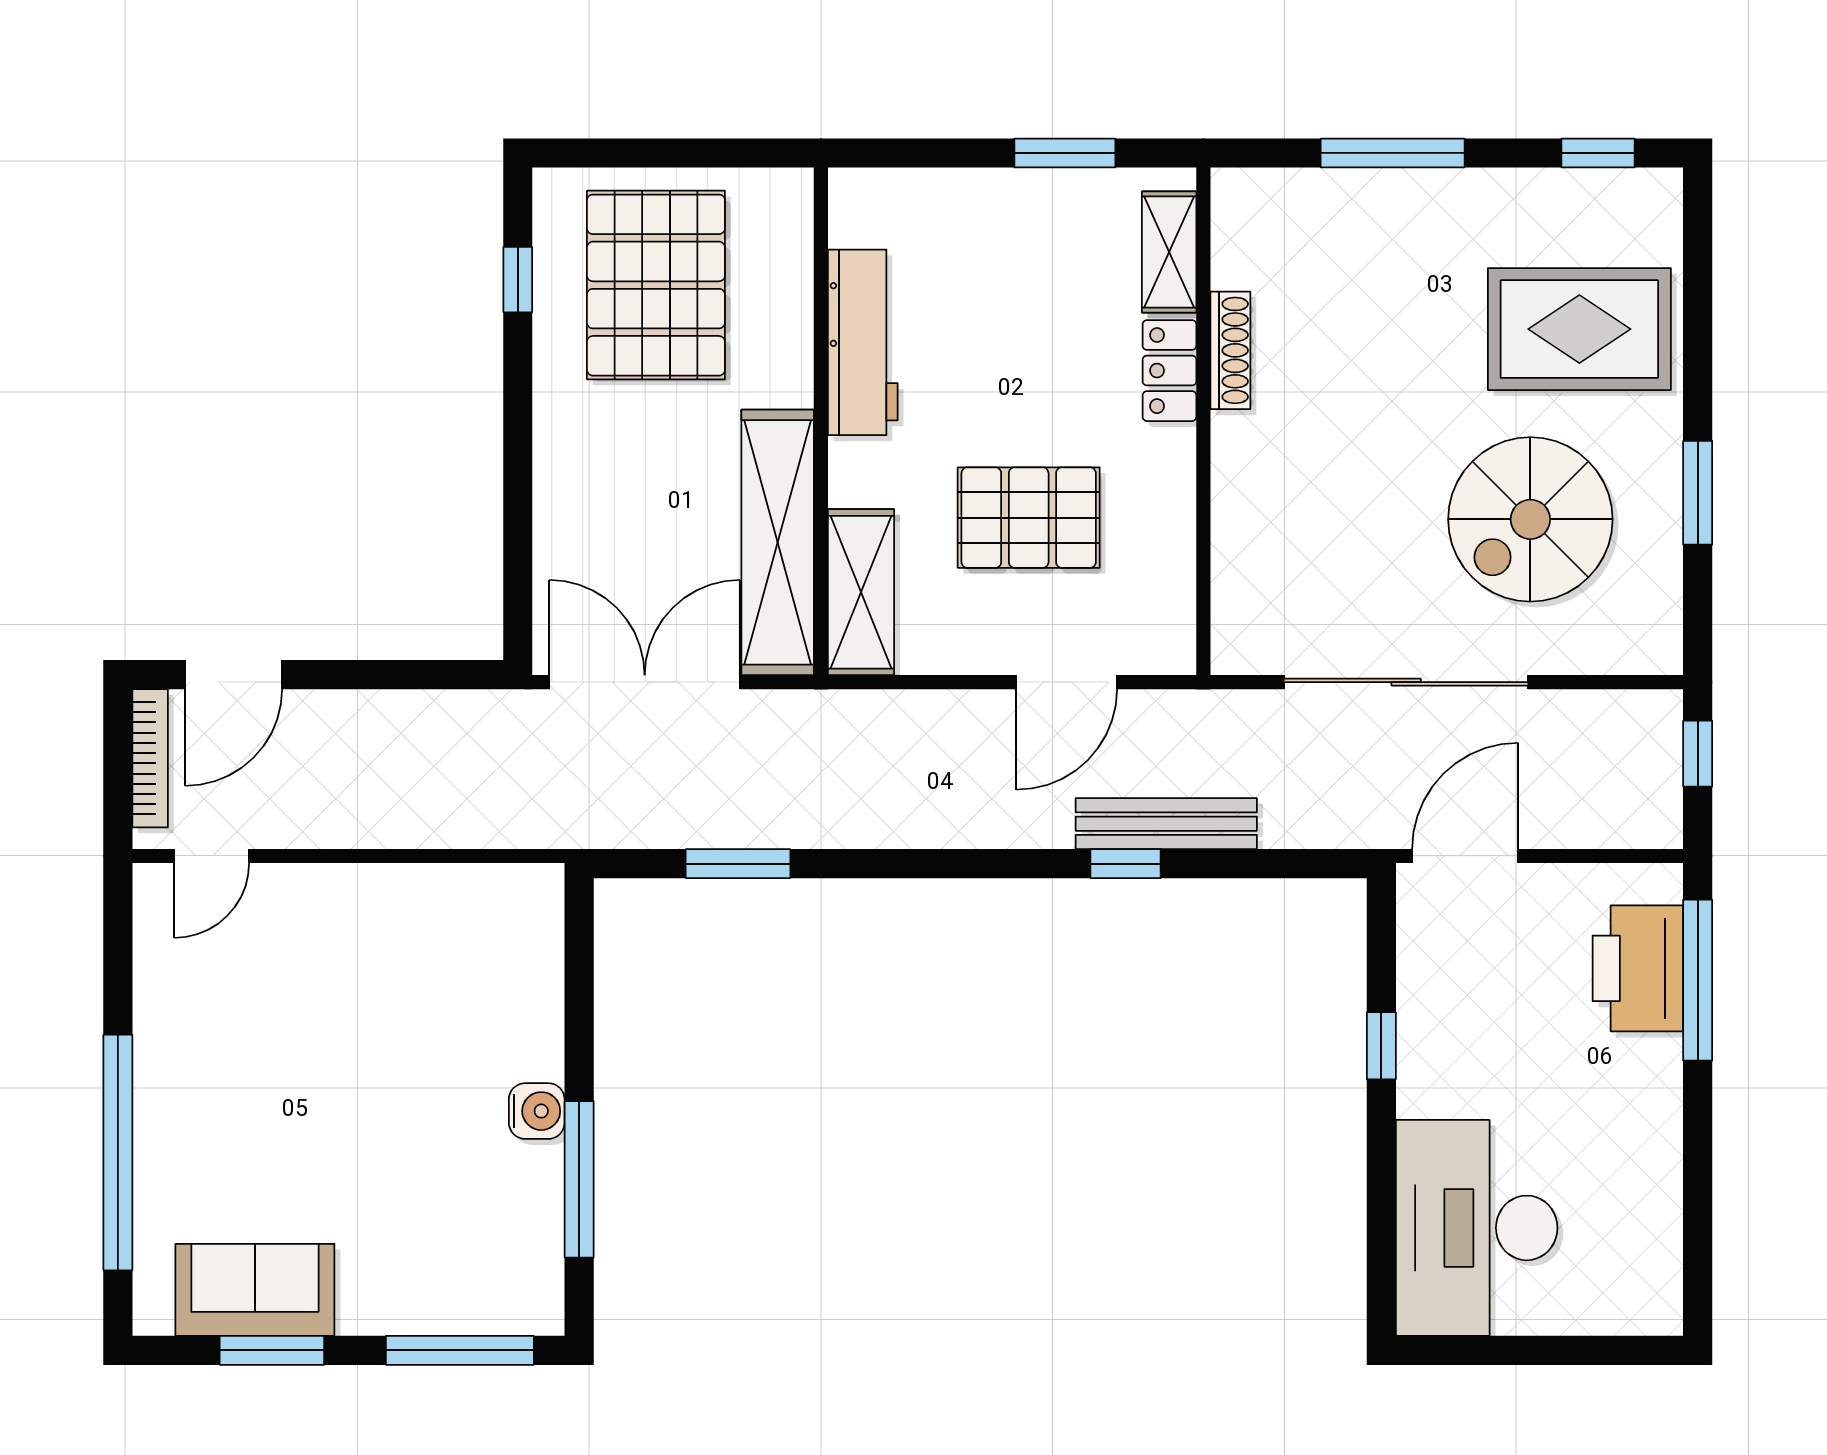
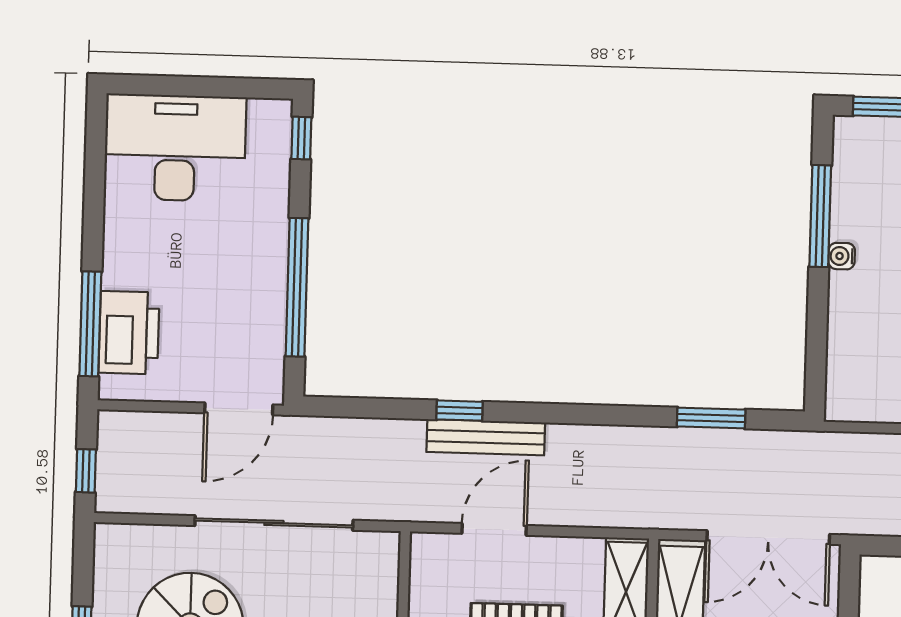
bench: (1166, 824) -> (486, 437), moved
window: (1381, 1046) -> (297, 287), width x3.17
water cooler: (537, 1111) -> (842, 256), width x0.72, depth x0.72
desk: (1477, 1228) -> (175, 148), moved, turned -90
window: (1381, 1276) -> (301, 138), added

